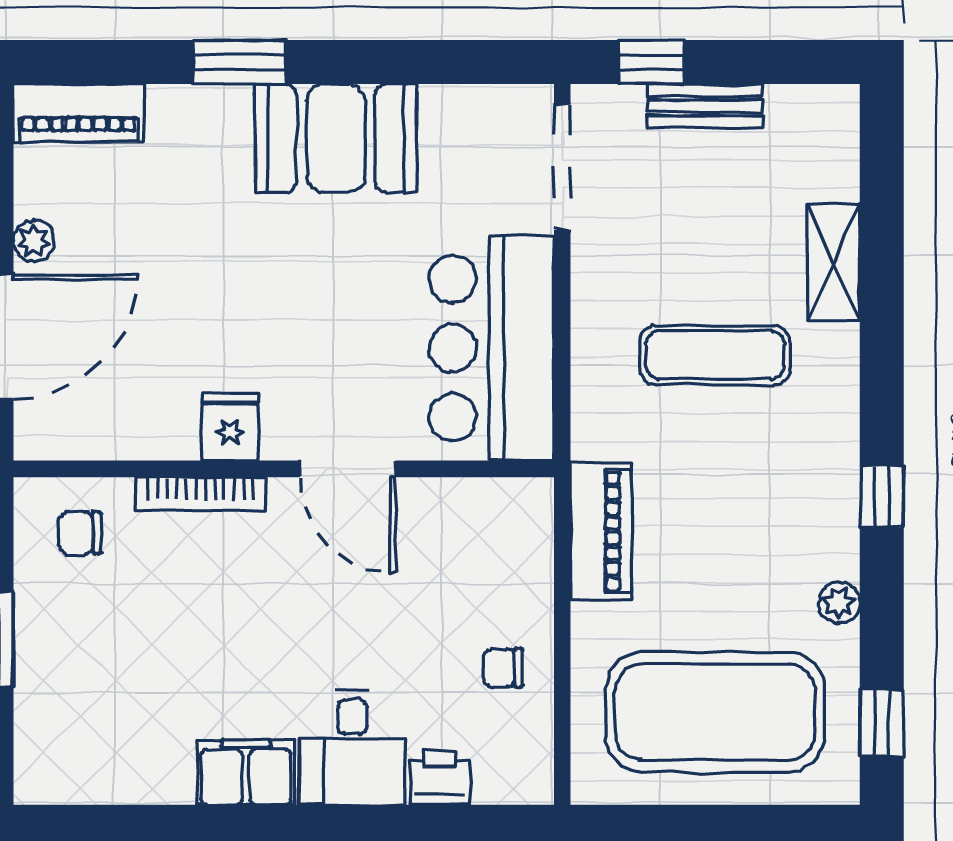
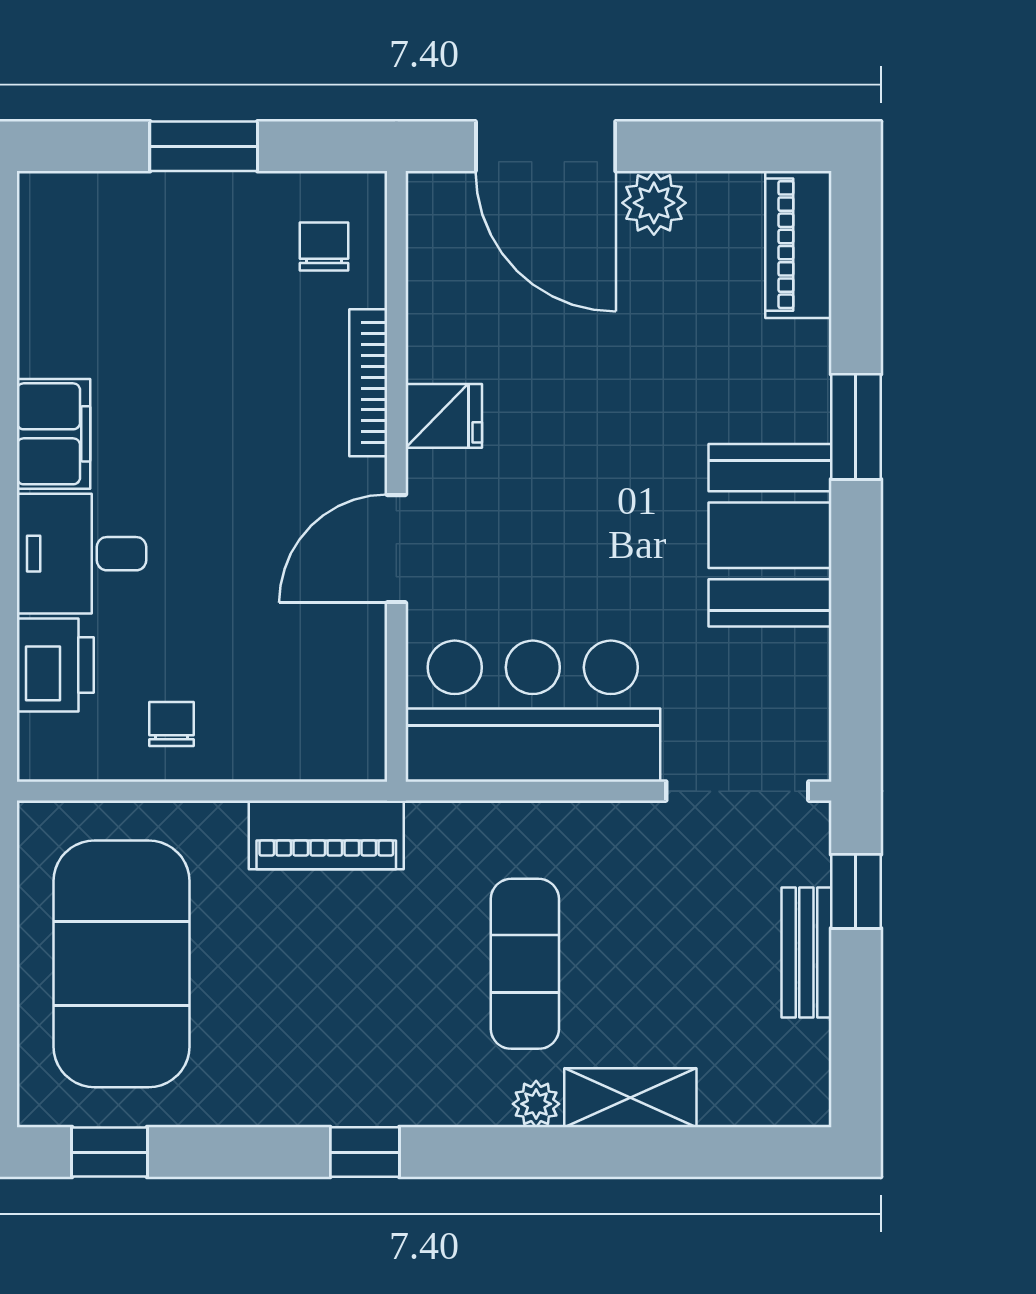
plant: (34, 241) -> (654, 203), width x1.38, depth x1.38
plant: (839, 603) -> (536, 1104), moved
printer: (440, 777) -> (55, 665), width x1.36, depth x1.24

